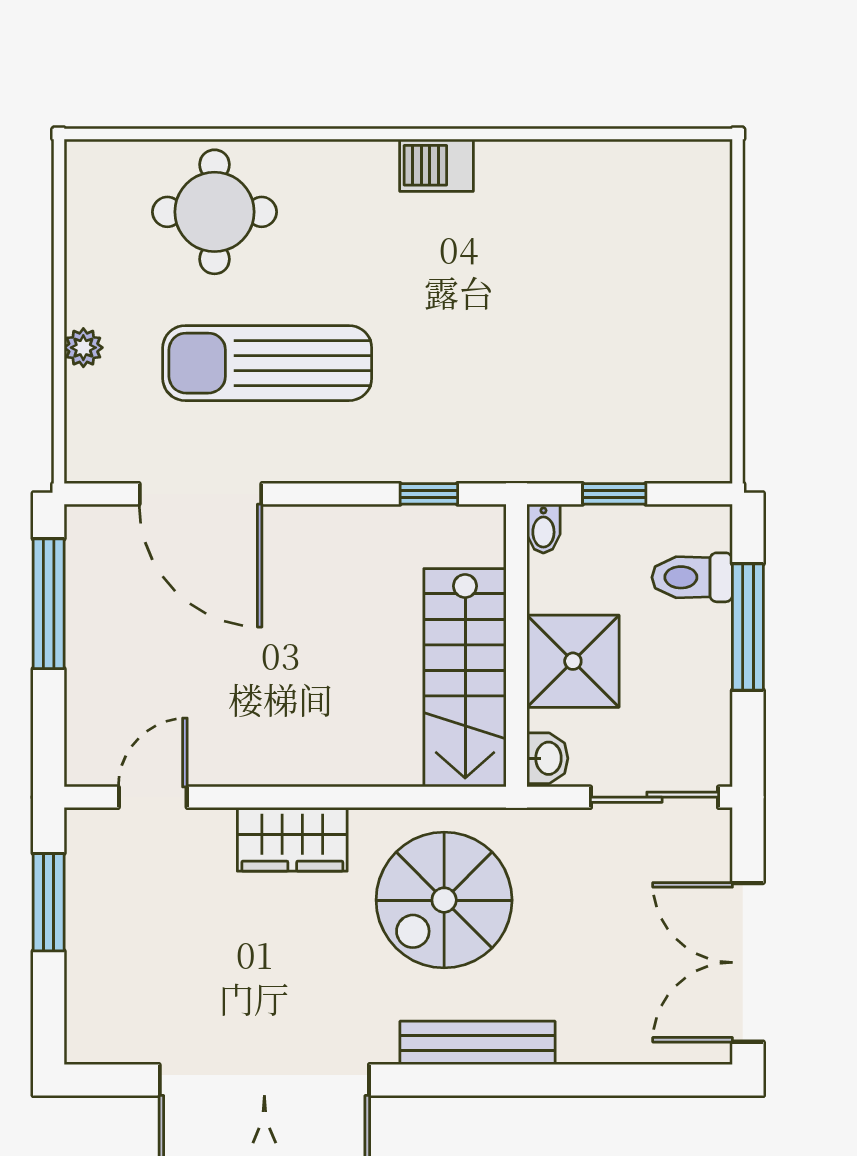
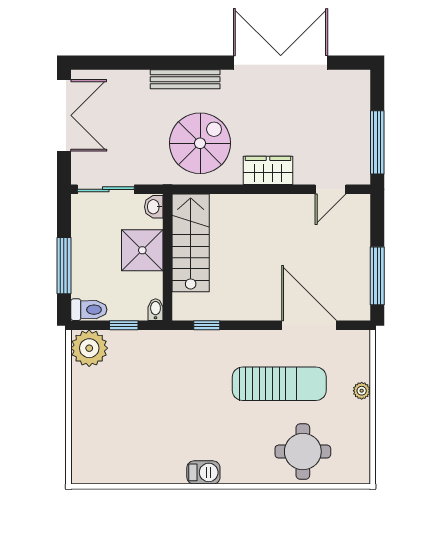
plant: (691, 443) -> (89, 348), added
toilet: (692, 577) -> (89, 310), moved
window: (49, 902) -> (377, 142), width x1.44

